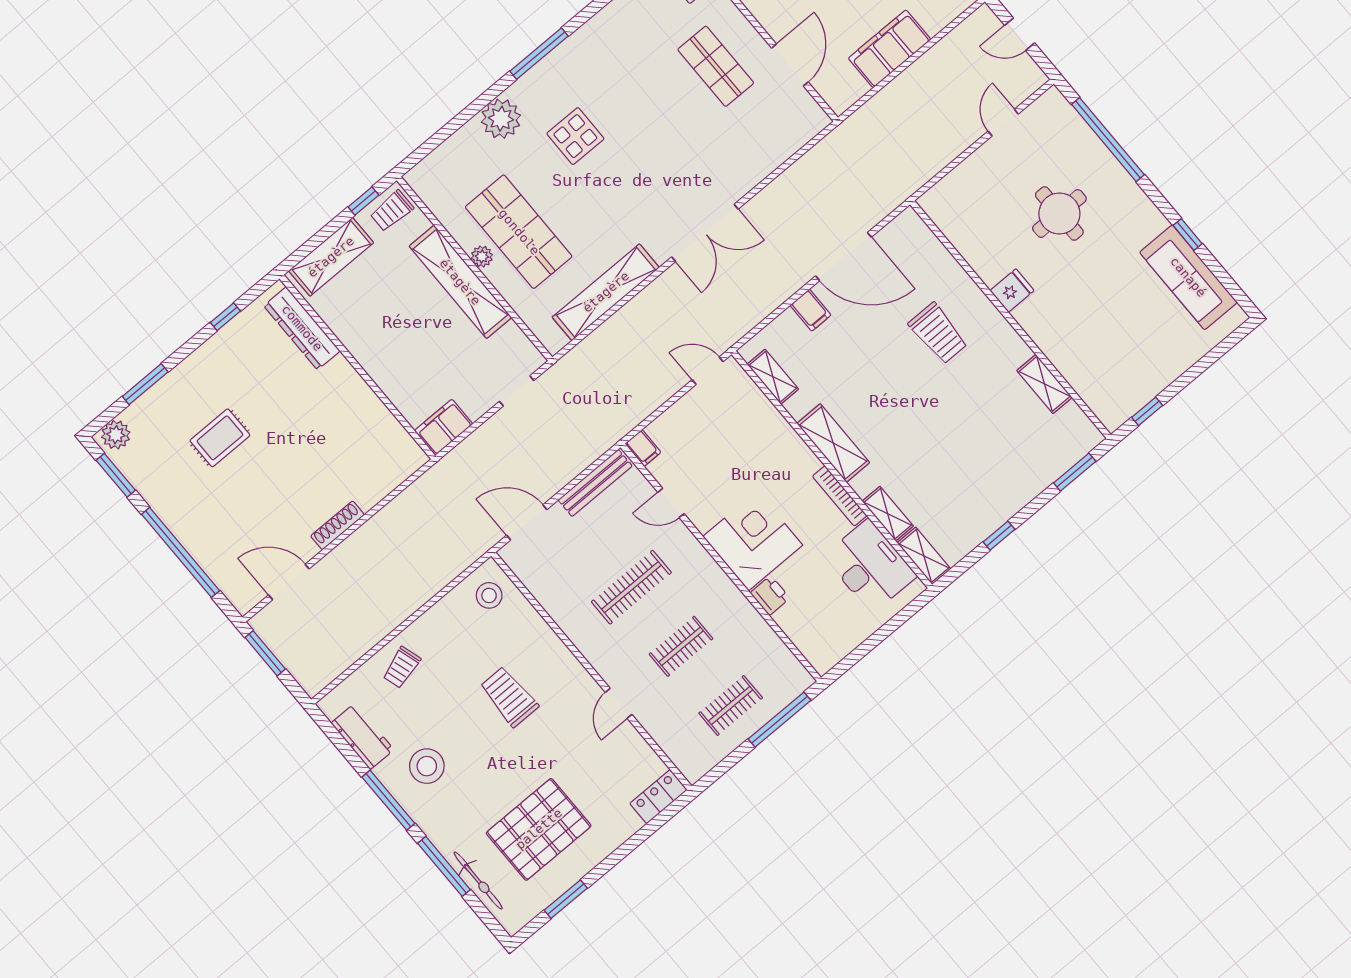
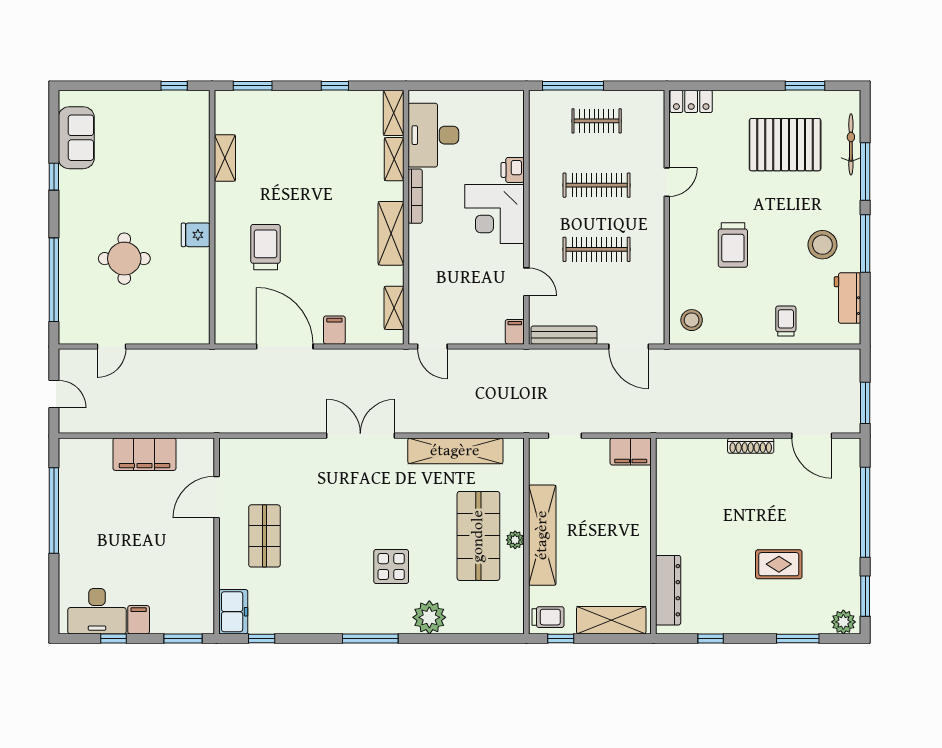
sofa: (1188, 277) -> (76, 138), width x0.73
clothes rail: (681, 646) -> (597, 185), width x1.36
trolley: (402, 667) -> (786, 321), turned -73

